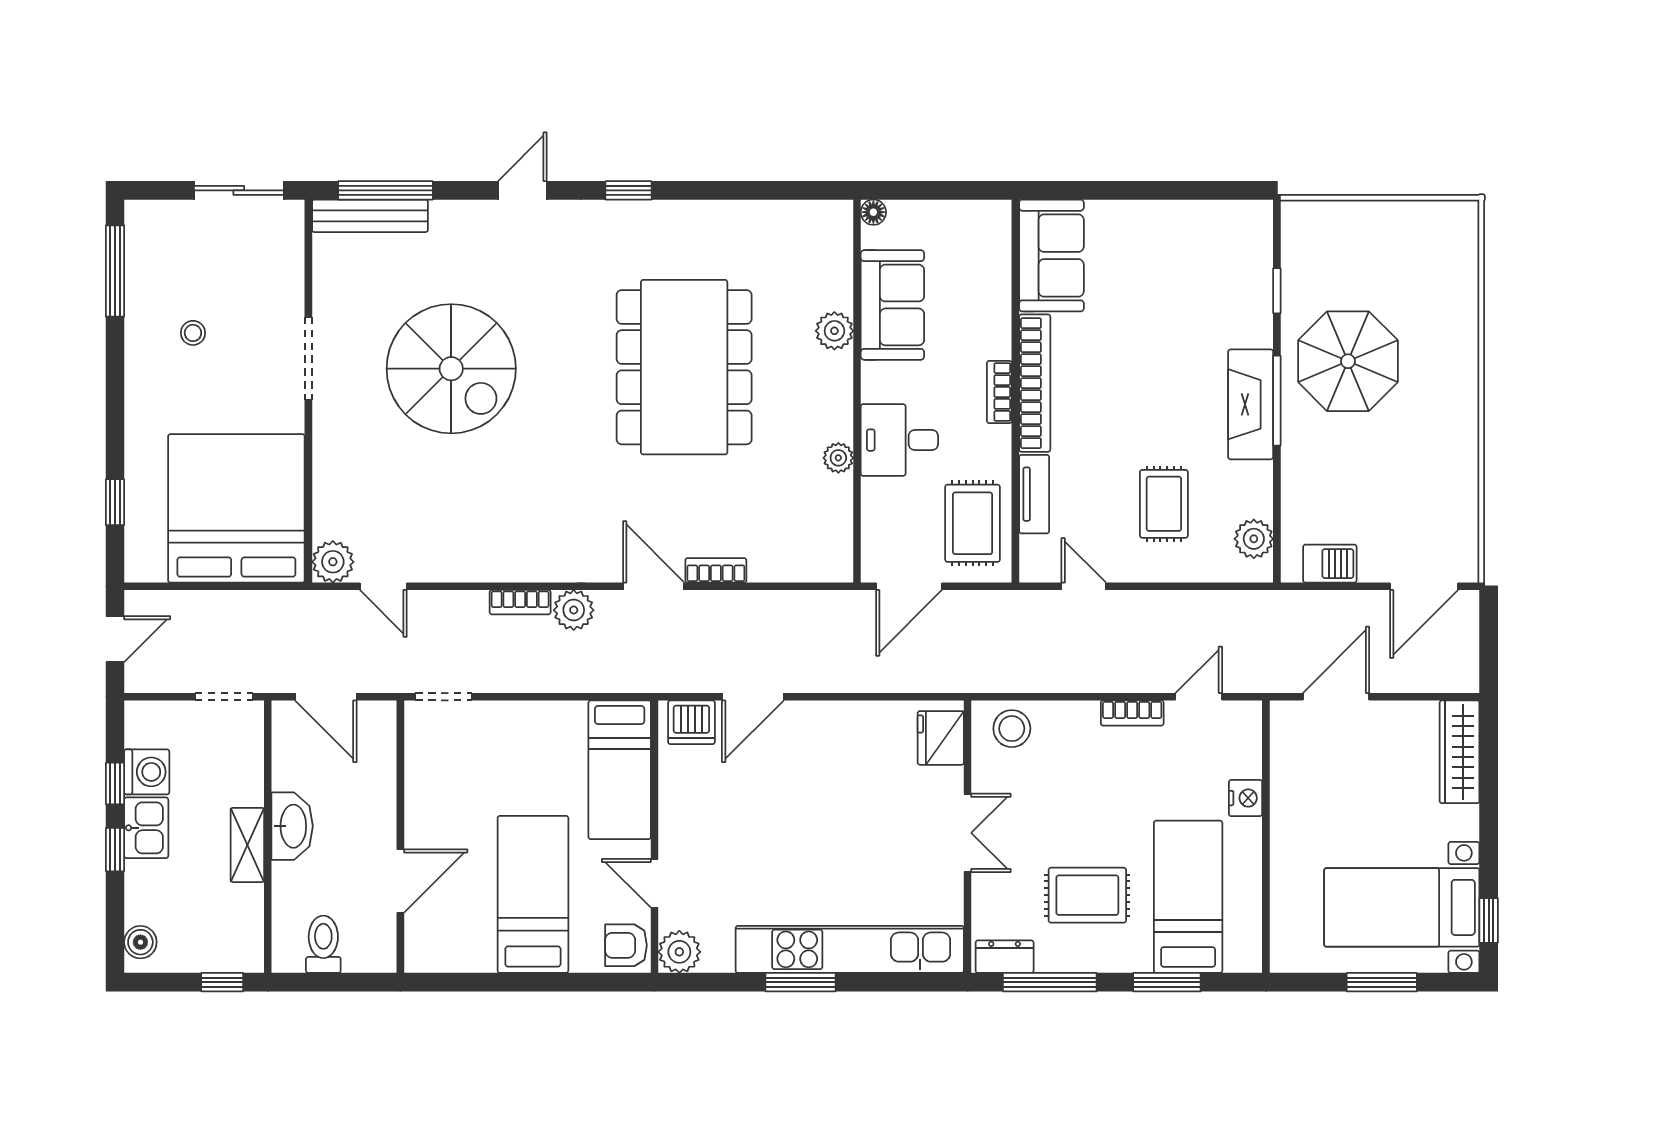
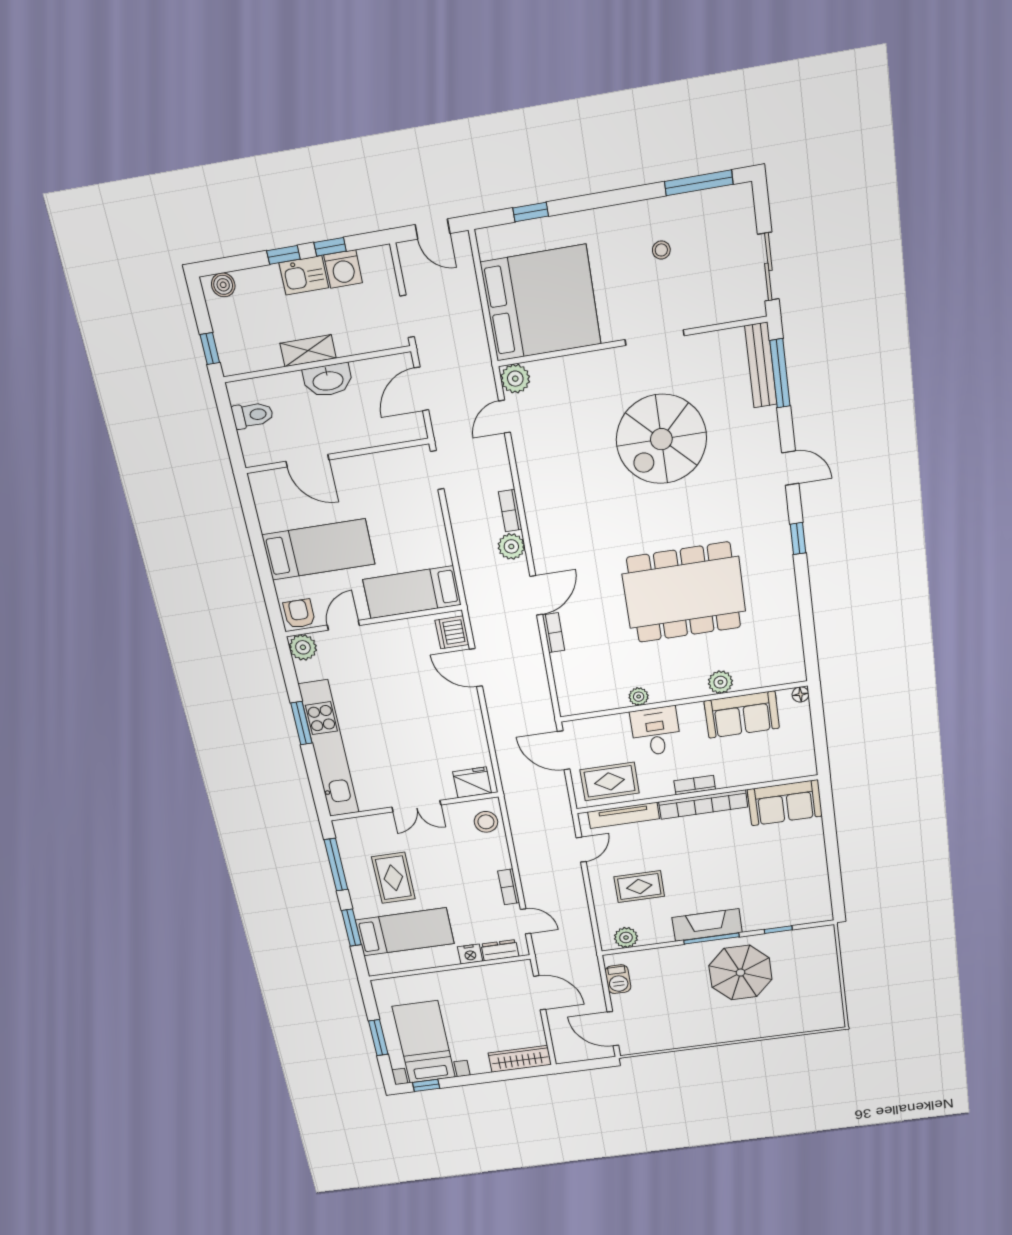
tv unit: (1034, 494) -> (624, 815), width x1.41
dresser: (1005, 957) -> (500, 950), moved, turned -90

